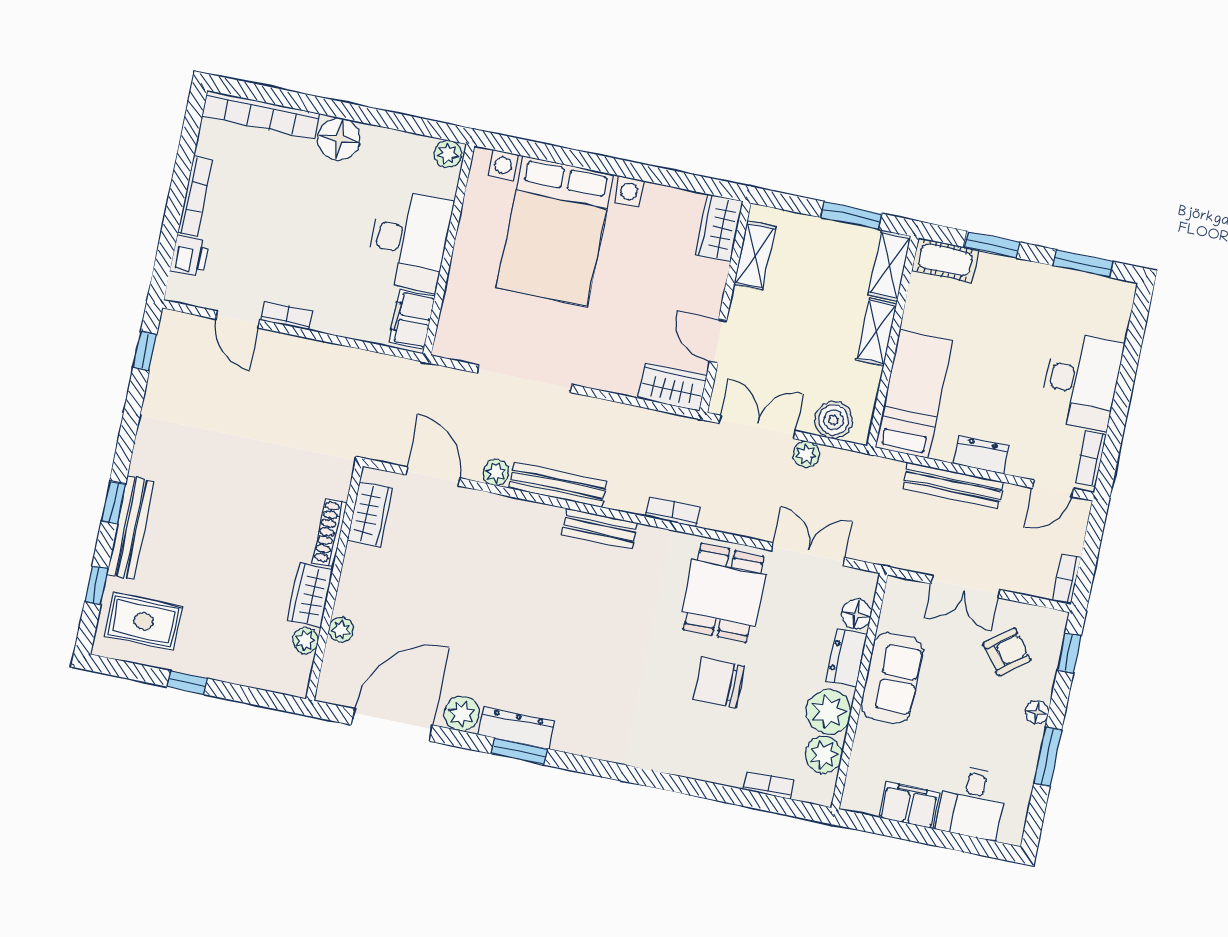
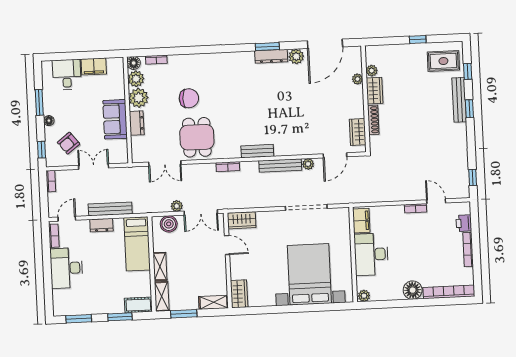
shelving: (755, 255) -> (214, 302), moved, turned 90
door: (433, 476) -> (335, 155), hinge flipped
floor lamp: (856, 614) -> (134, 63), moved

